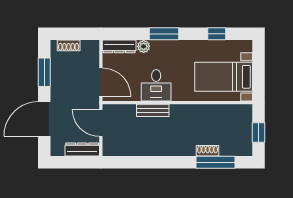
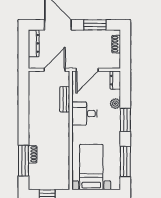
window: (217, 34) -> (125, 162), width x2.17
dresser: (119, 46) -> (115, 80), width x0.70
bench: (153, 110) -> (65, 99), moved
dresser: (82, 150) -> (34, 43), moved

